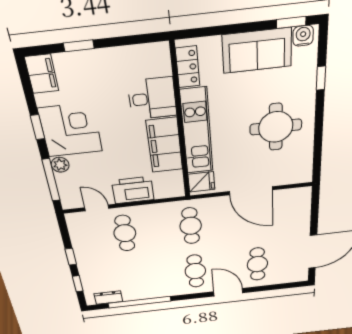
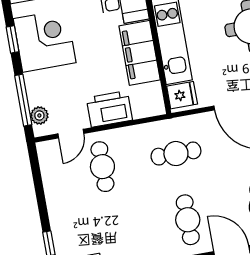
plant: (60, 165) -> (39, 115), moved
door: (97, 208) -> (71, 134), swing flipped
cafe table: (191, 226) -> (176, 154), turned 90
window: (71, 257) -> (42, 203), removed

